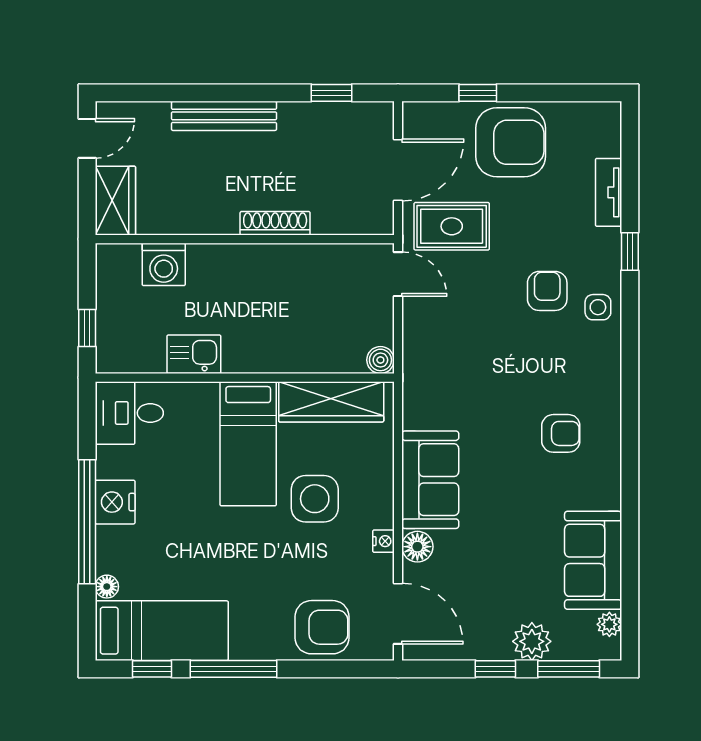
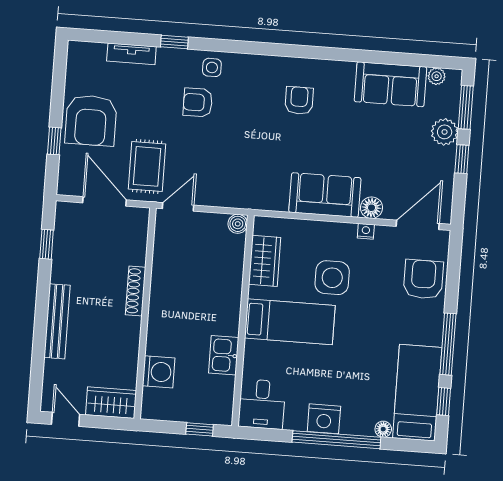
armchair: (511, 142) -> (91, 120), turned 180
wardrobe: (331, 402) -> (265, 261), width x0.67

